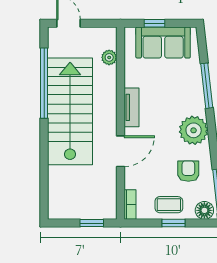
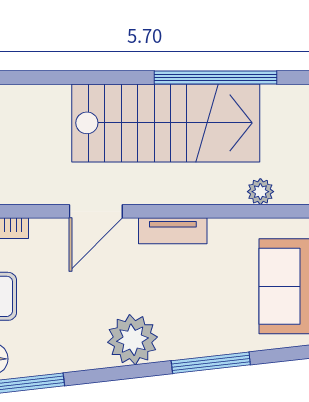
door: (120, 151) -> (96, 211), hinge flipped
armchair: (188, 171) -> (61, 331), removed

